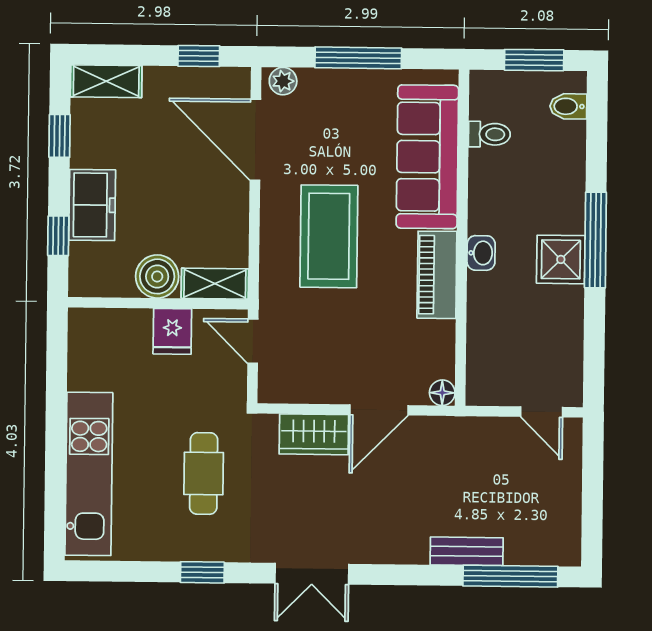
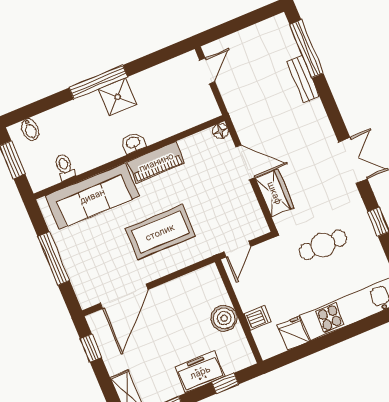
plant: (283, 81) -> (85, 295), removed
shelving: (215, 284) -> (214, 284), removed
dishwasher: (136, 327) -> (257, 318), added
fridge: (172, 331) -> (293, 333), moved, turned -90

